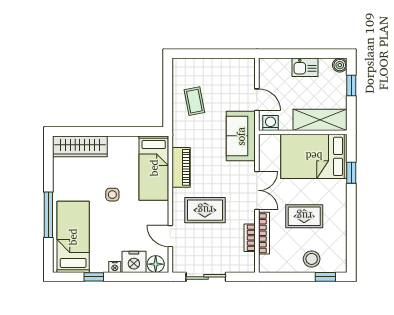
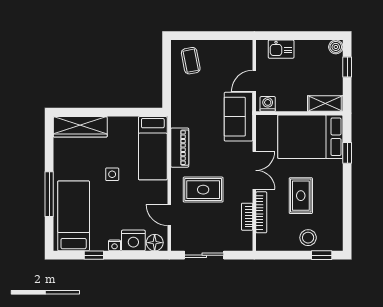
kitchen sink: (305, 67) -> (281, 49), moved
door: (257, 100) -> (254, 81), swing flipped
coffee table: (194, 101) -> (191, 61), moved
shelving: (320, 120) -> (325, 103), width x0.67, depth x0.75
rug: (304, 216) -> (301, 196), turned 90

